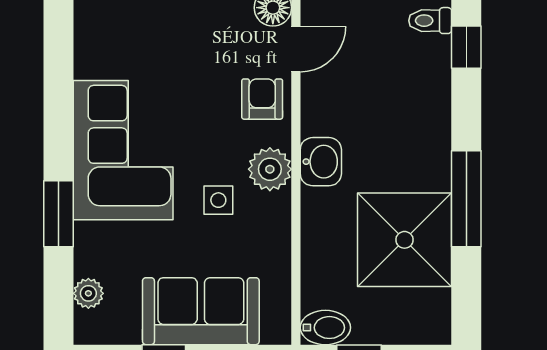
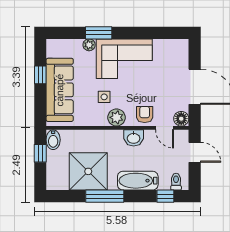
armchair: (262, 99) -> (145, 114), turned -90
bathtub: (428, 116) -> (138, 181), added
washbasin: (321, 162) -> (134, 138), moved
plant: (88, 293) -> (89, 45), moved
sofa: (201, 311) -> (60, 90), width x1.36

